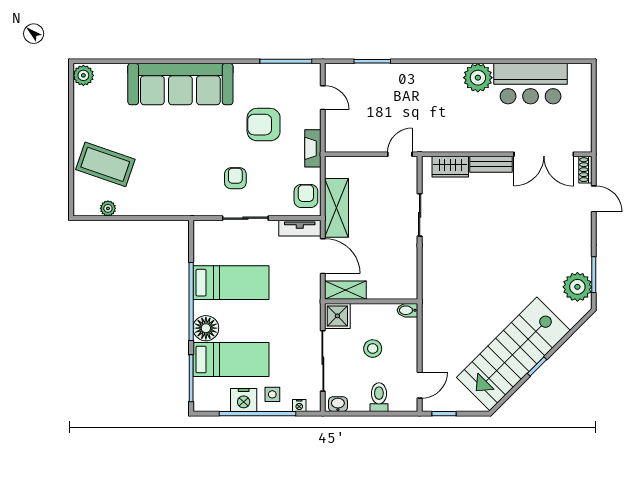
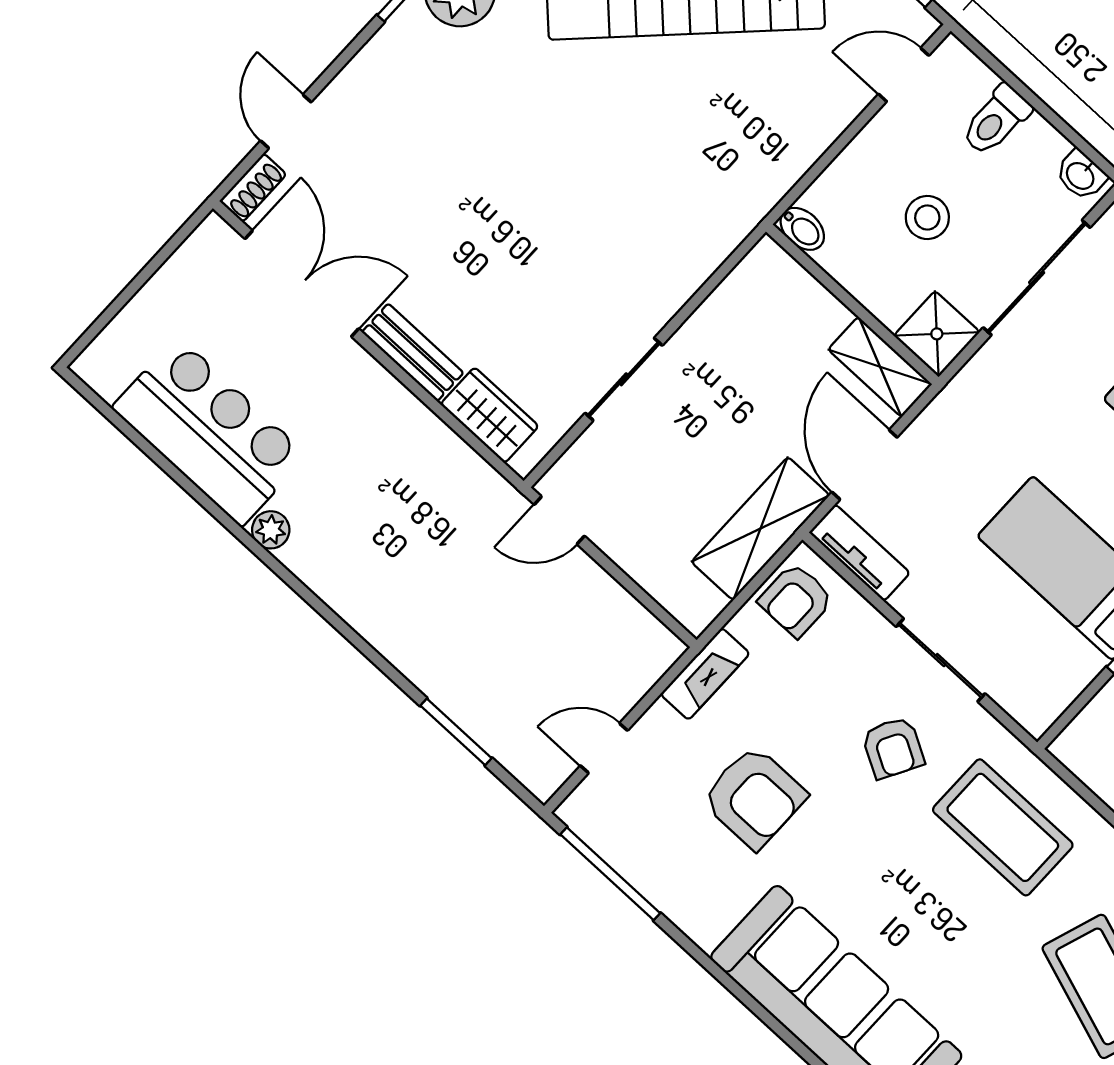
plant: (478, 78) -> (271, 530), width x0.53, depth x0.53
door: (323, 98) -> (604, 748), hinge flipped
armchair: (235, 178) -> (893, 748), turned -61
coffee table: (180, 185) -> (1003, 827), added

